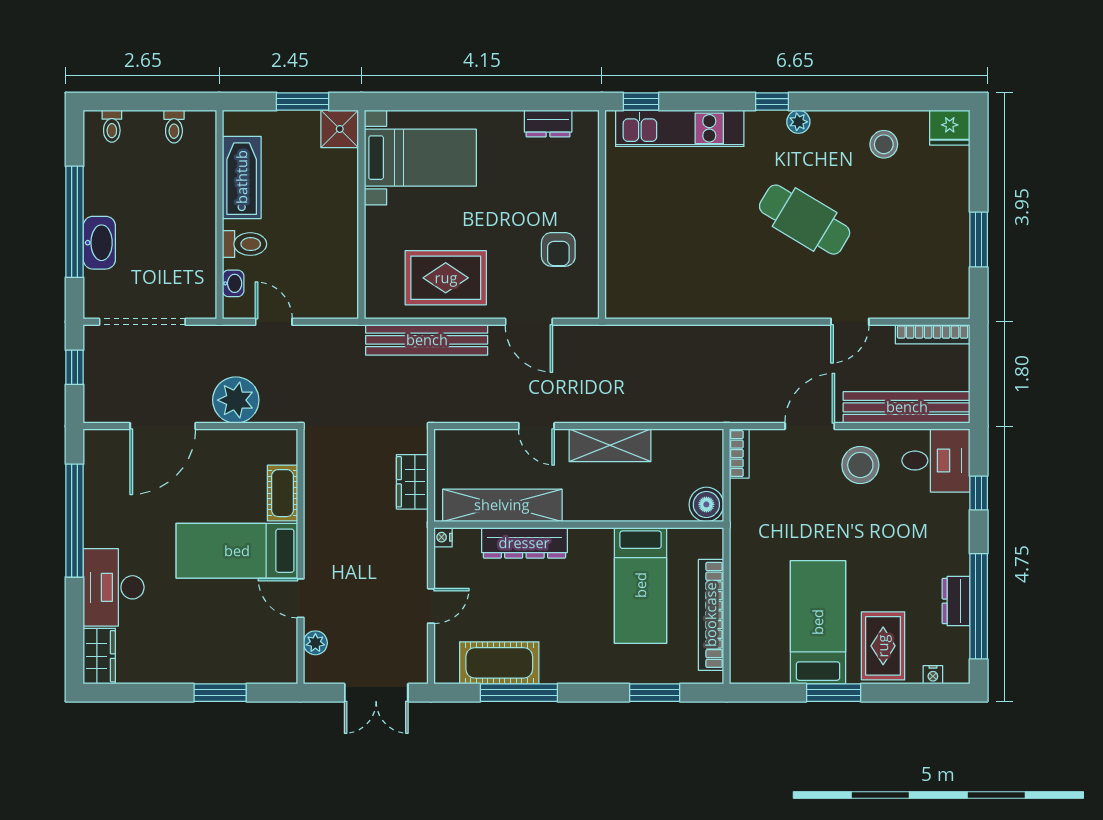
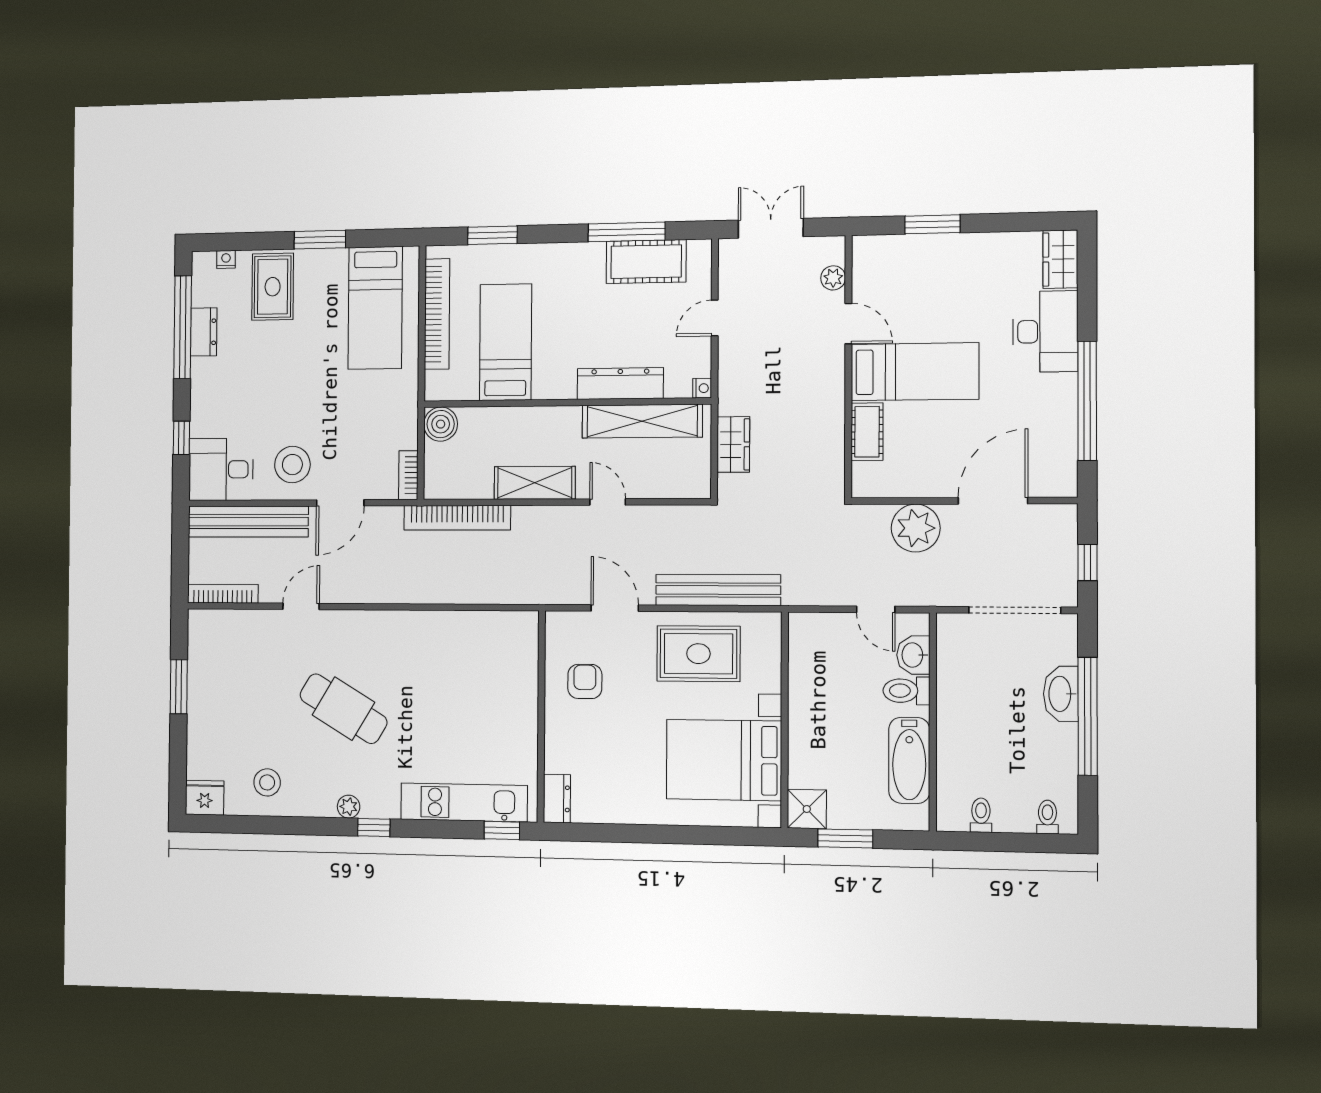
dresser: (548, 124) -> (557, 799), moved, turned 90
bed with nightstands: (420, 158) -> (724, 760), width x1.36
washbasin: (233, 283) -> (913, 655), width x1.38, depth x1.45
bookcase: (689, 411) -> (457, 518), added
bed: (818, 622) -> (375, 308), moved

